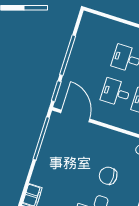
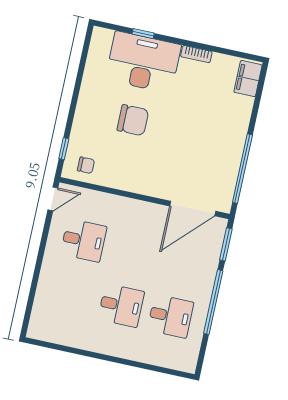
desk: (116, 92) -> (170, 316), moved
door: (75, 116) -> (193, 209), hinge flipped

